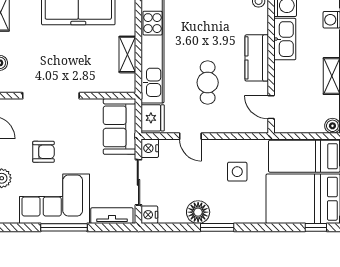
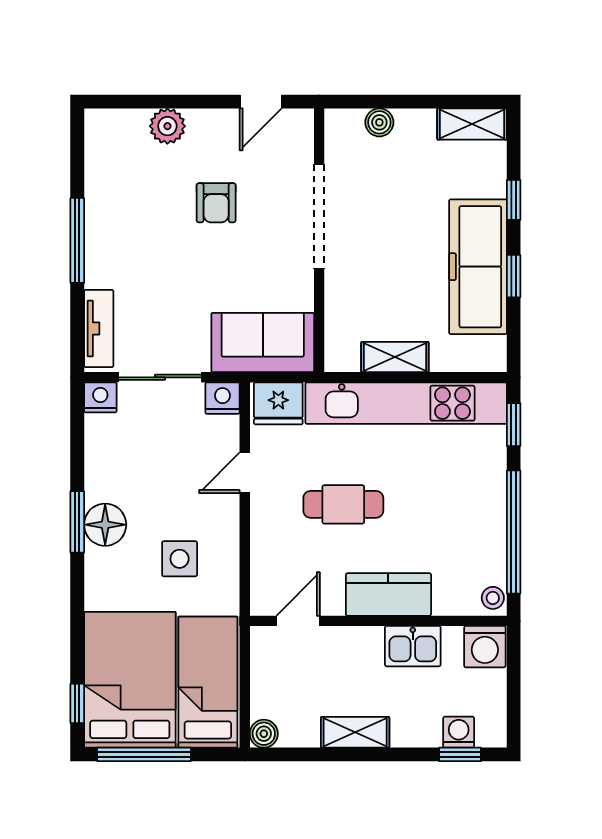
kitchen sink: (285, 39) -> (413, 646), width x0.73
corner sofa: (55, 199) -> (130, 223), removed
floor lamp: (198, 212) -> (105, 525), moved

